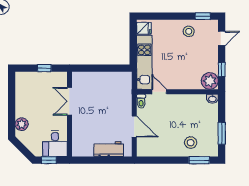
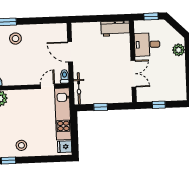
window: (105, 68) -> (101, 107), added
bicycle: (127, 88) -> (79, 88), added
door: (159, 92) -> (47, 86), swing flipped
desk: (55, 144) -> (147, 44), moved, turned -90
workbench: (109, 149) -> (115, 29), moved

